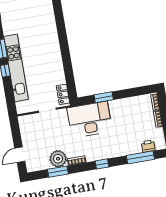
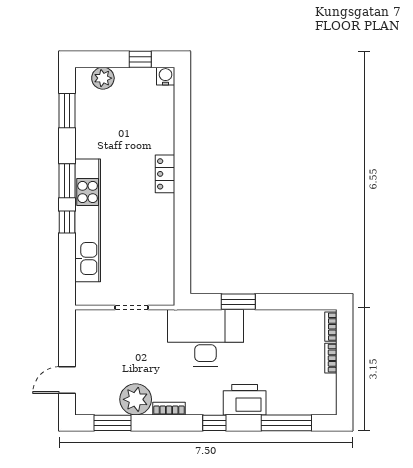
locker: (63, 94) -> (165, 174), moved
printer: (148, 146) -> (245, 400), moved, width x1.87, depth x1.48
window: (58, 172) -> (112, 423), moved

